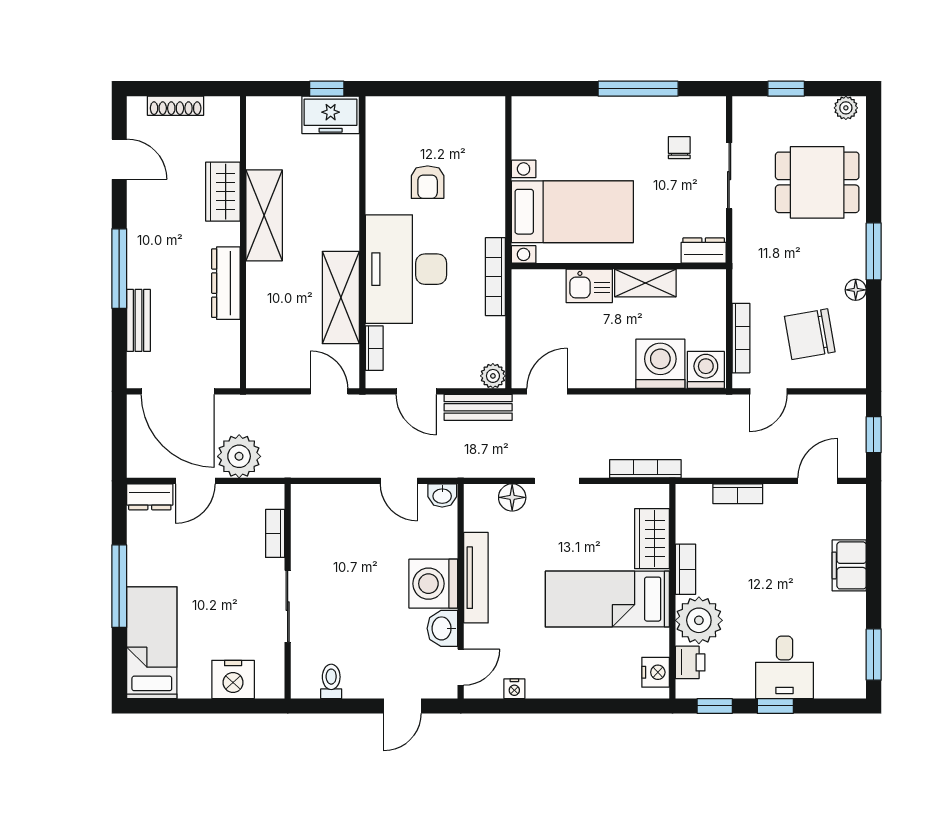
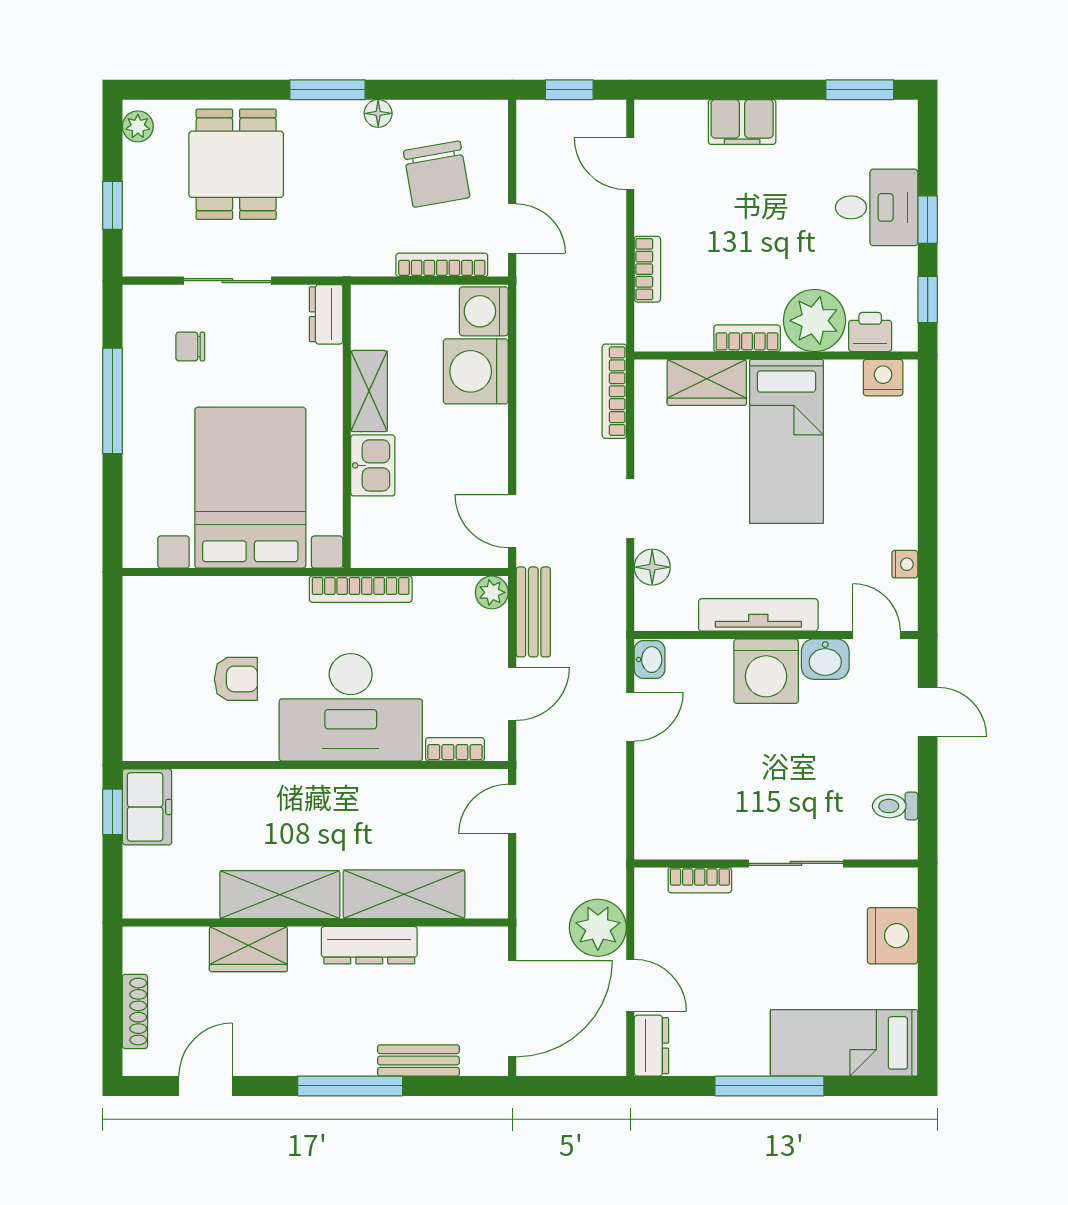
bed with nightstands: (572, 212) -> (250, 488), width x1.36
shelving: (341, 298) -> (404, 894), moved

